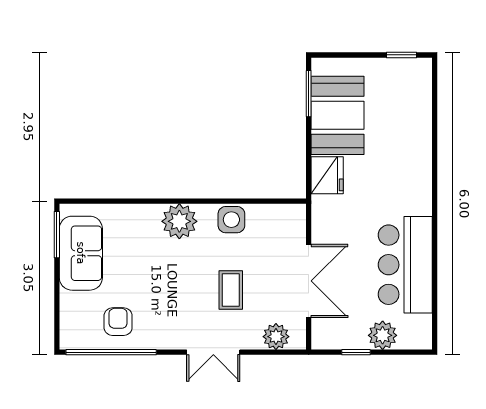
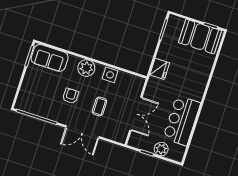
booth: (338, 115) -> (200, 37), moved, turned 90
sofa: (81, 253) -> (50, 58), moved, turned 90
armchair: (118, 322) -> (71, 96), moved
plant: (276, 337) -> (113, 134), removed
double door: (213, 352) -> (83, 132), width x1.37

